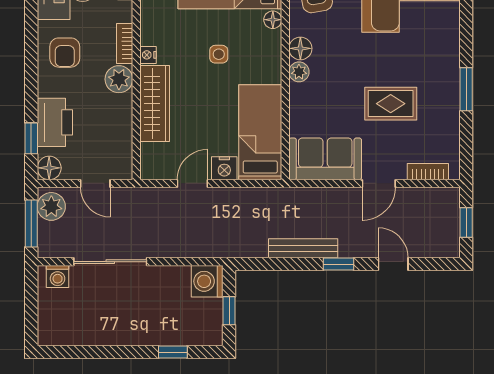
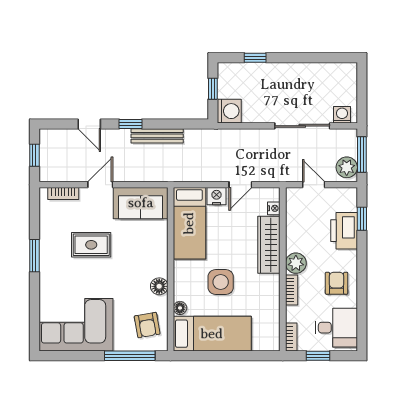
side table: (219, 54) -> (221, 282), width x1.87, depth x1.87
nightstand: (148, 55) -> (274, 208), moved
plant: (299, 72) -> (160, 269), removed
floor lamp: (49, 168) -> (348, 196), removed

